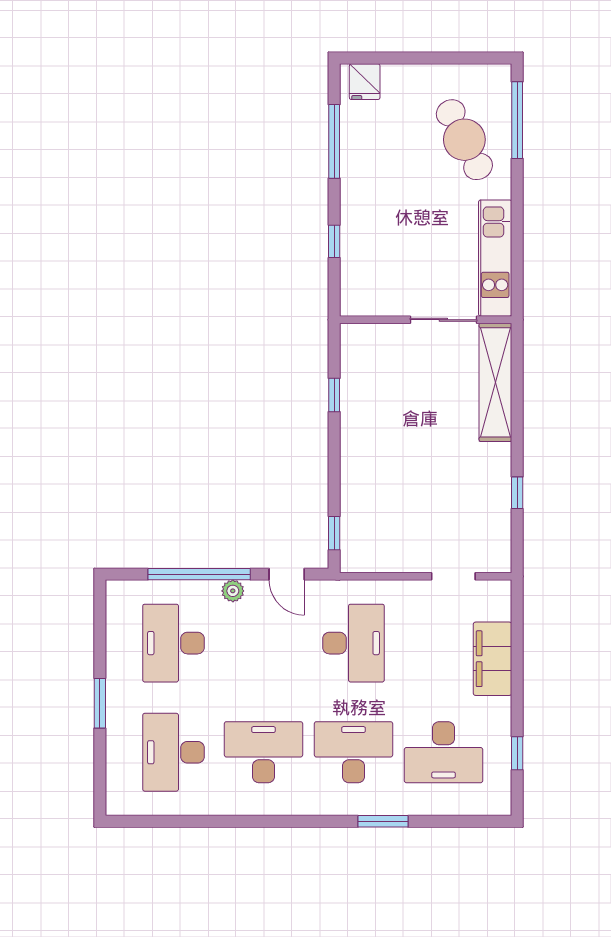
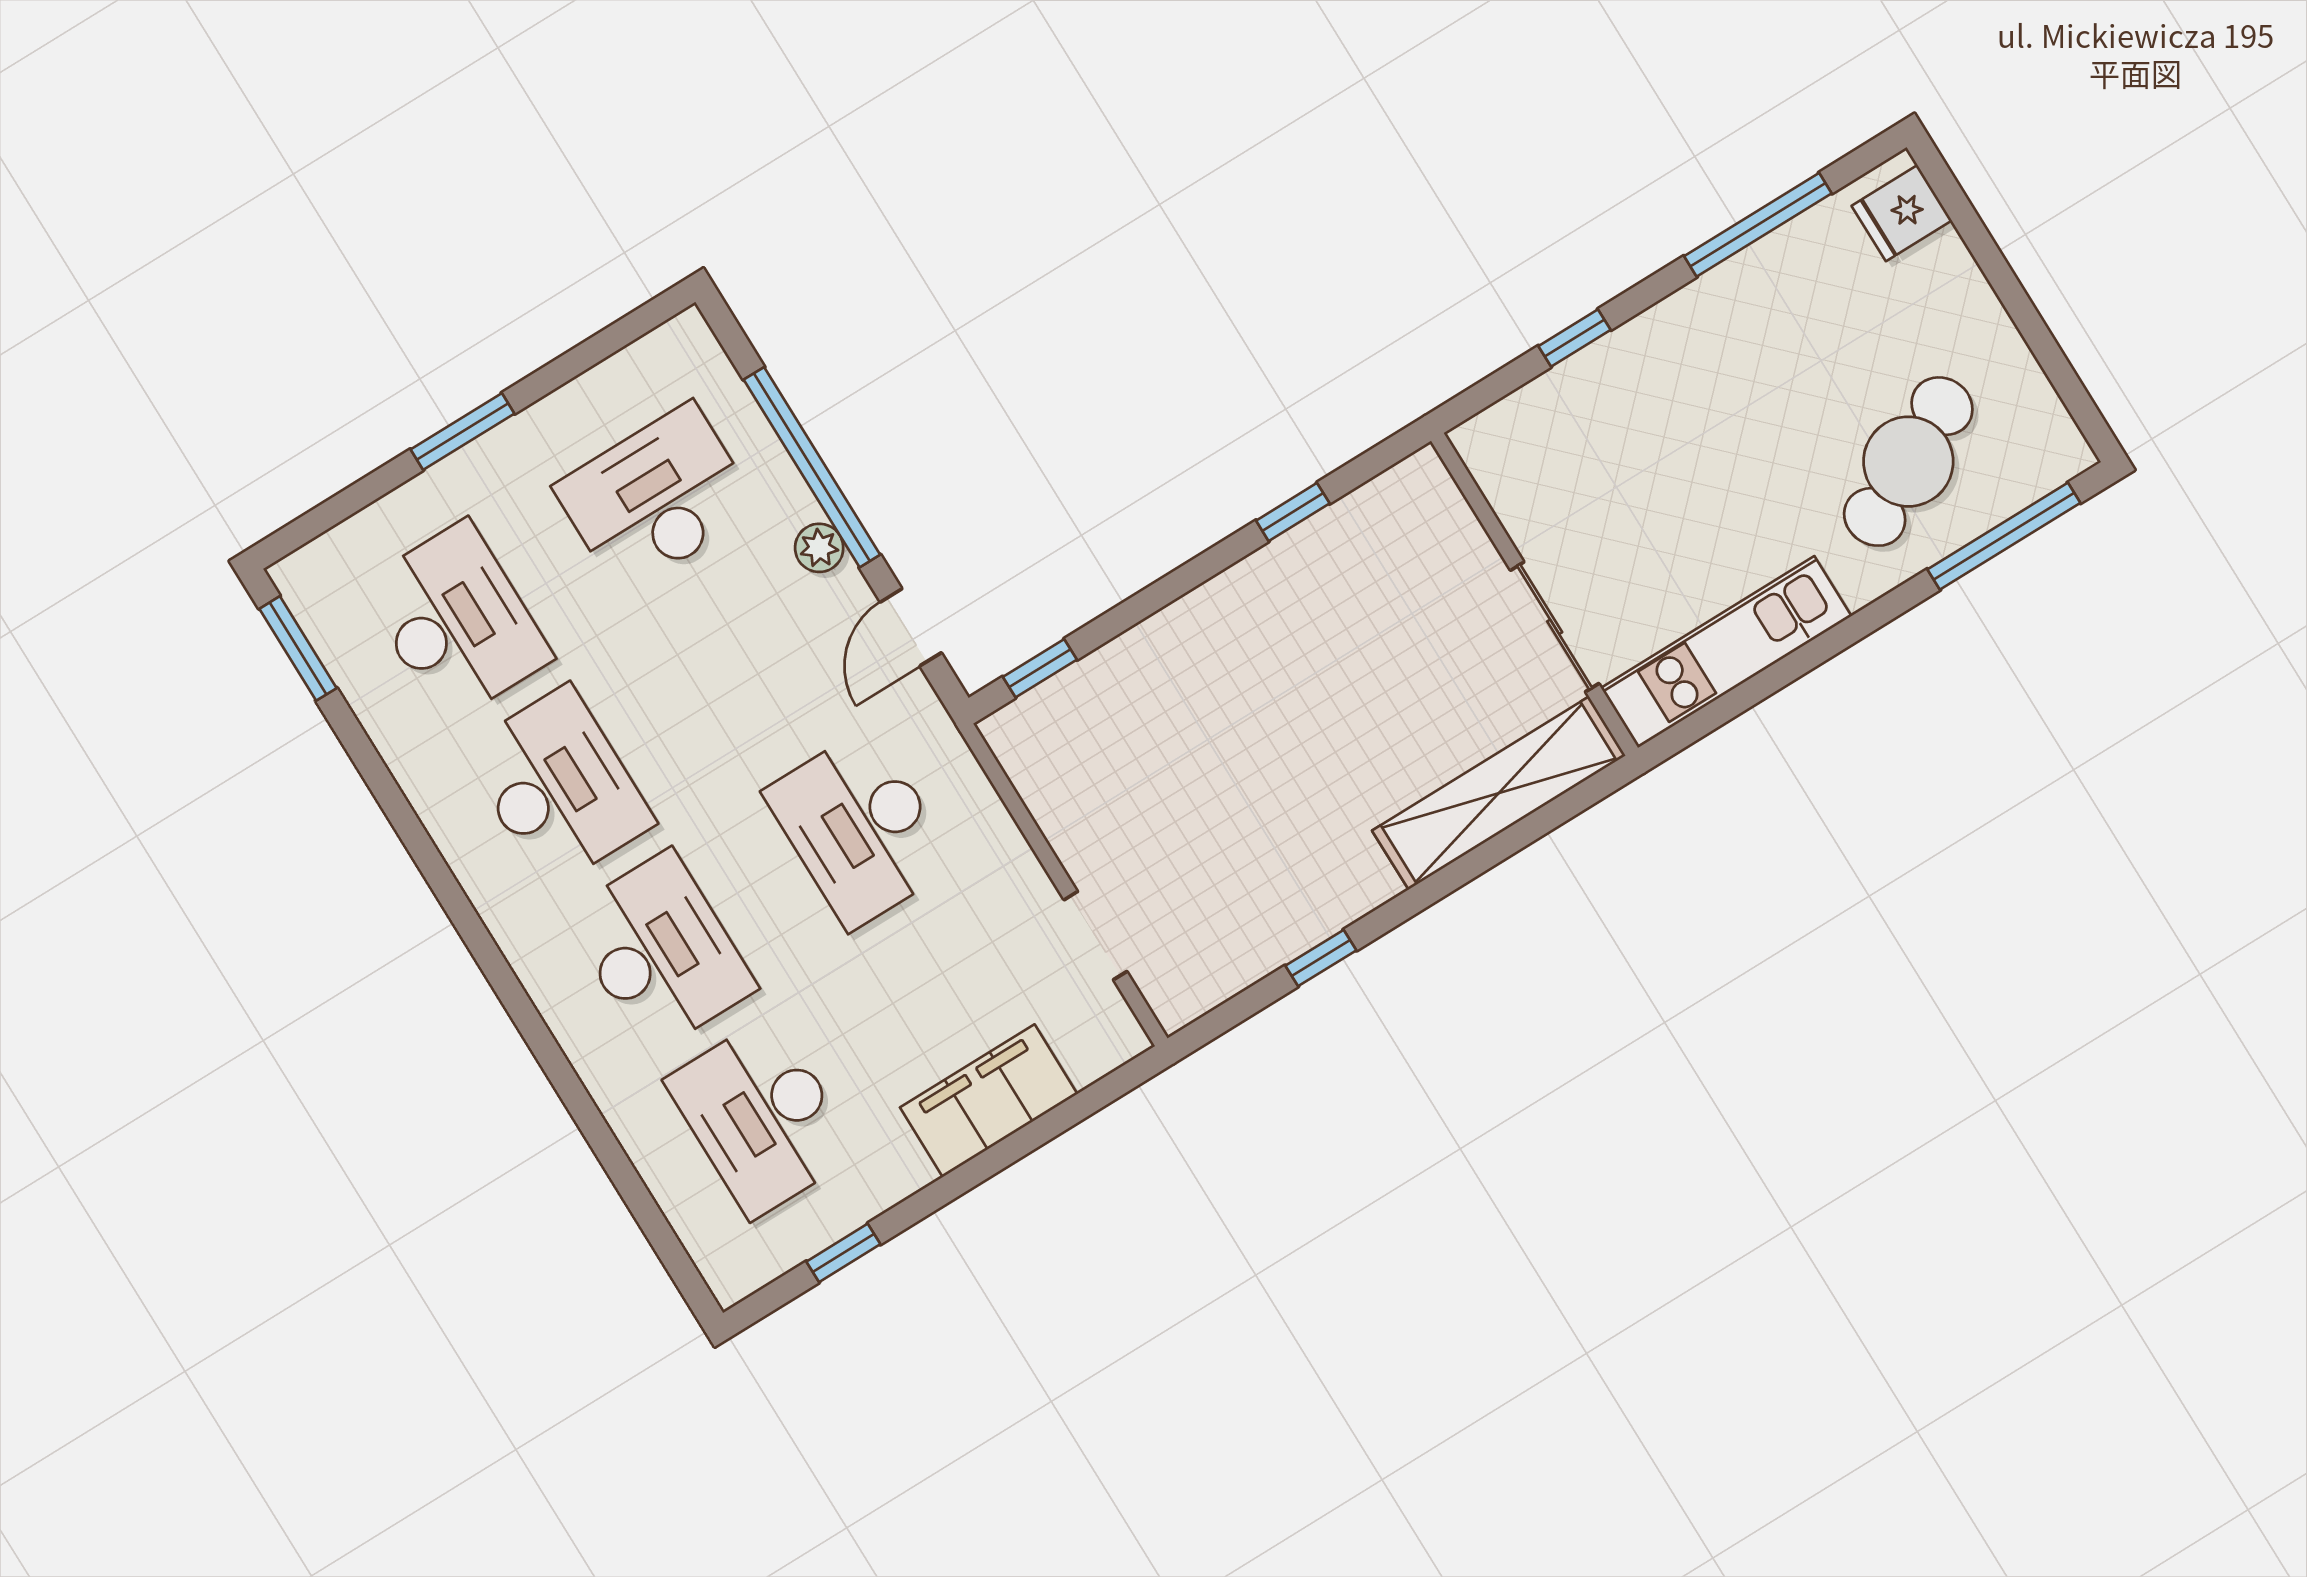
desk: (353, 643) -> (860, 828), turned 90
desk: (173, 752) -> (456, 622), turned 90
window: (383, 821) -> (298, 648), moved

